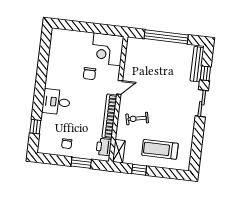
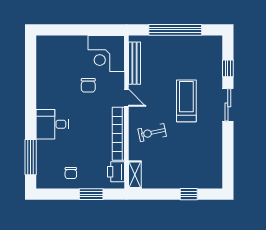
bench: (197, 64) -> (135, 63), moved
door: (120, 87) -> (126, 98), hinge flipped
window: (35, 127) -> (31, 157), width x2.17
treadmill: (160, 149) -> (186, 101), moved, turned 90
window: (139, 170) -> (189, 194), moved

